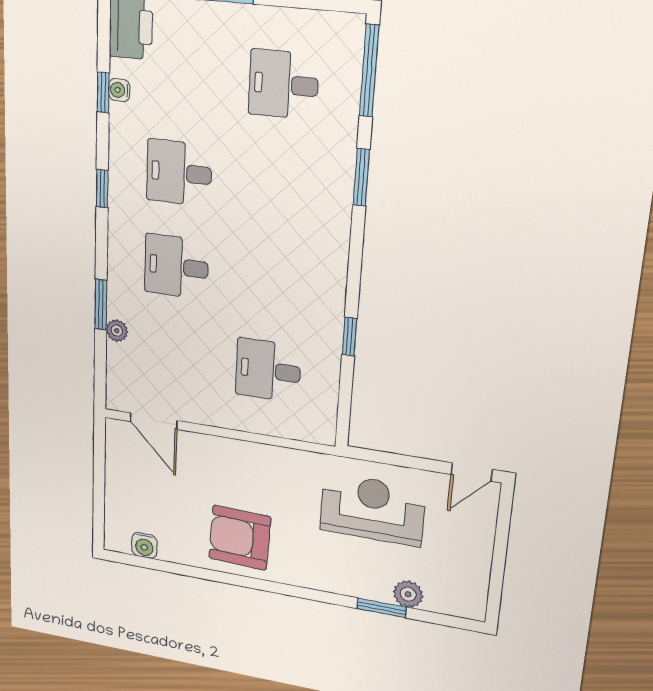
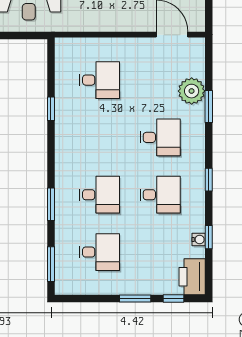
window: (369, 71) -> (51, 264), width x0.69
desk: (278, 184) -> (99, 195), added
plant: (117, 331) -> (192, 91), width x1.87, depth x1.87

